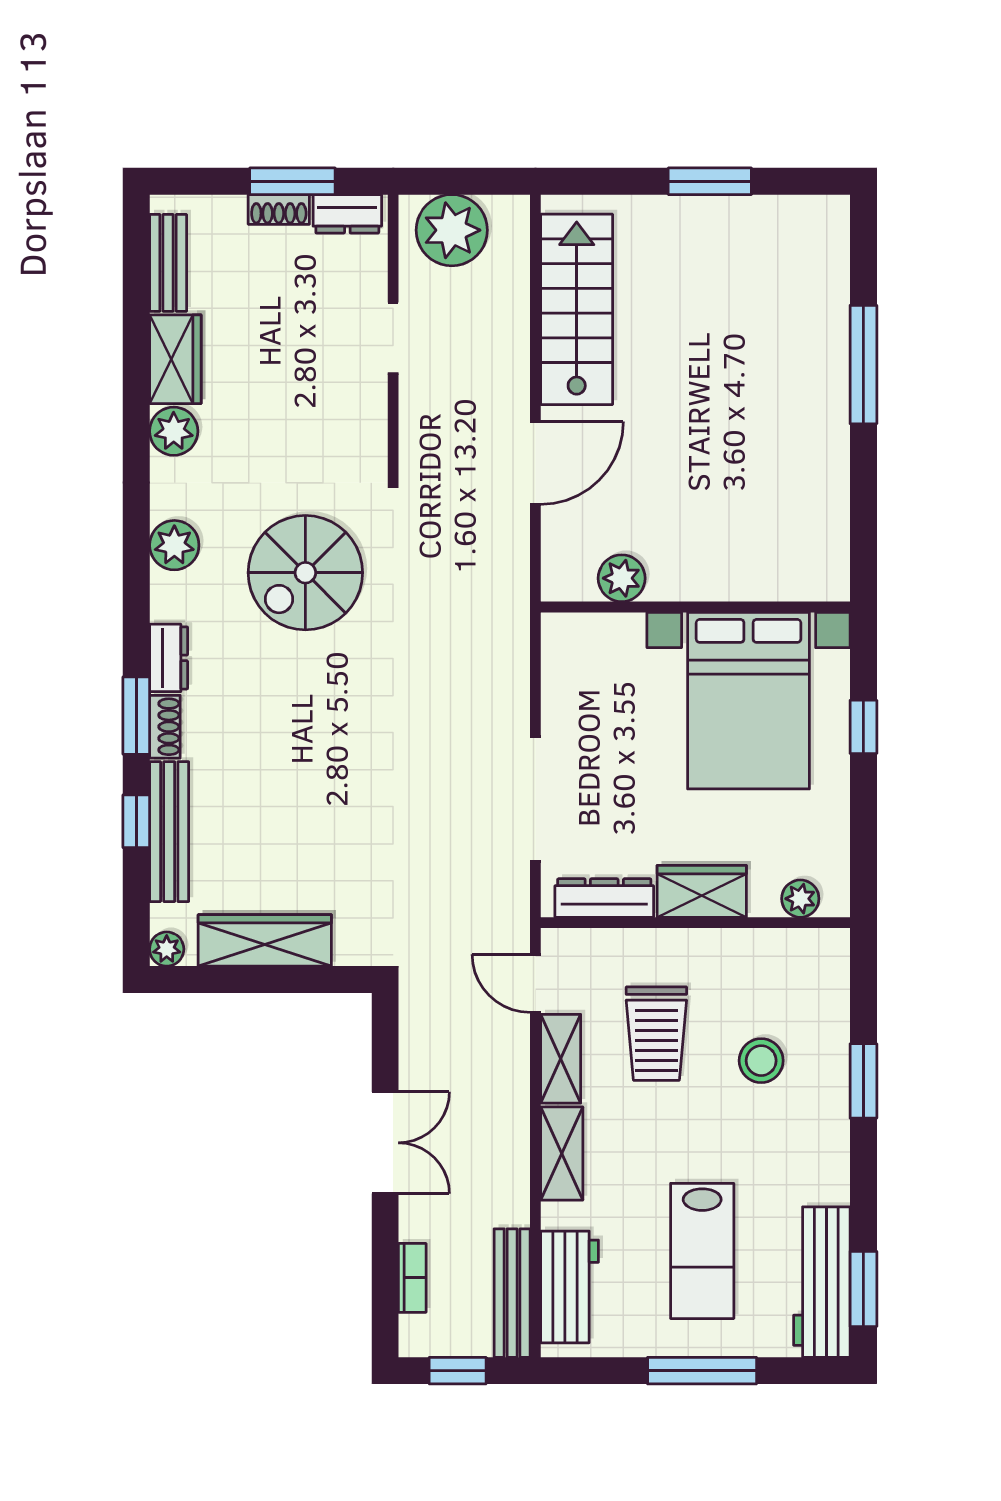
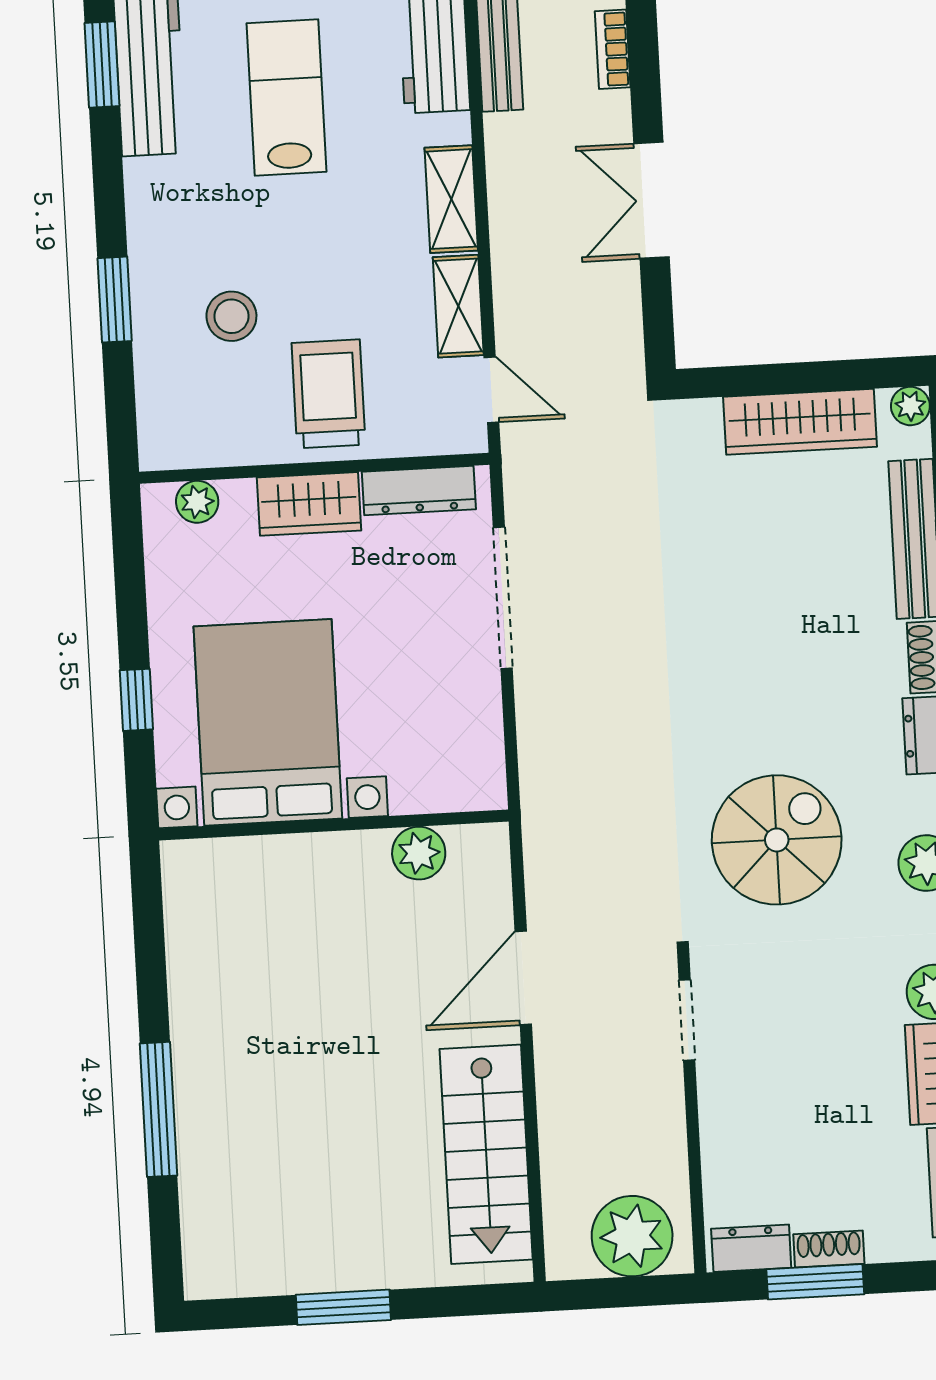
doorway: (393, 338) -> (687, 1020), moved
trolley: (656, 1034) -> (328, 394), moved

